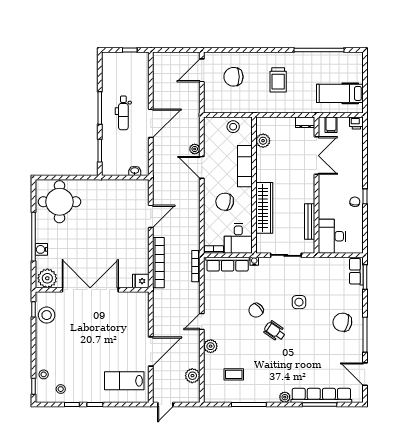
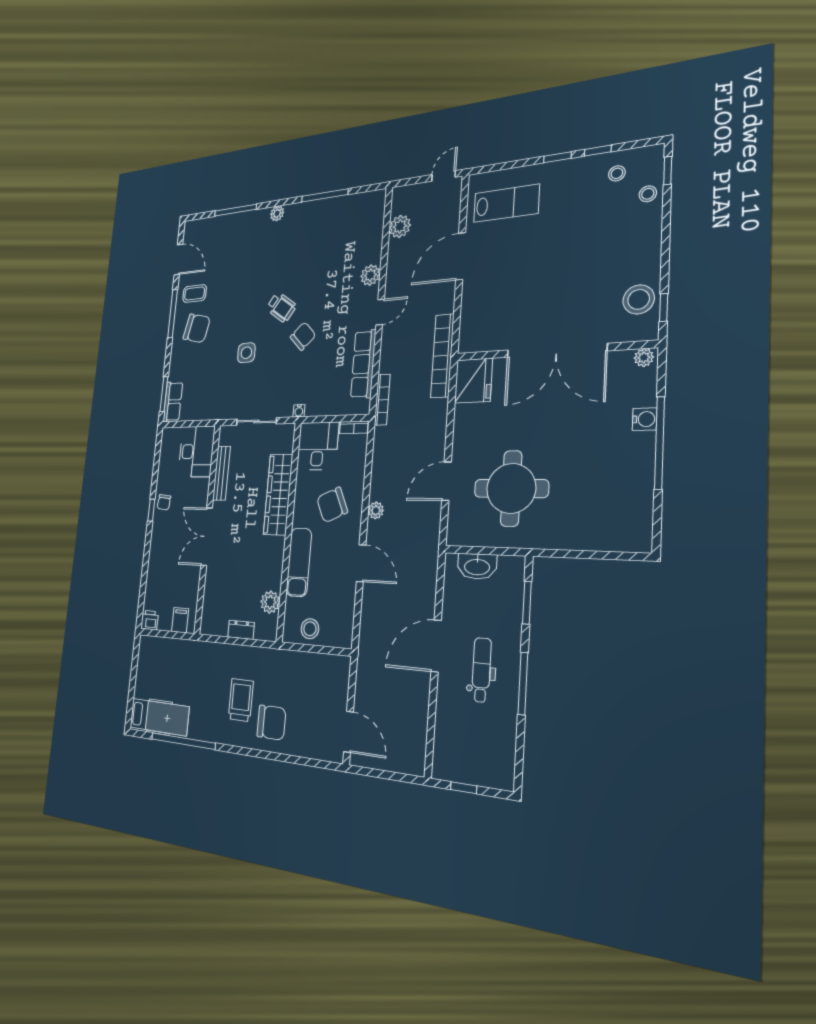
door: (202, 70) -> (349, 732), hinge flipped
chair: (233, 77) -> (271, 723), moved
hospital bed: (340, 93) -> (159, 717), moved
dresser: (305, 122) -> (241, 630), moved
plant: (195, 149) -> (376, 510), moved
double door: (317, 156) -> (207, 537), moved
washbasin: (135, 171) -> (477, 566), width x1.91, depth x1.45
round table: (59, 202) -> (511, 488), moved
chair: (225, 202) -> (332, 505), turned 144
bookcase: (158, 263) -> (442, 356), moved
row of seats: (228, 264) -> (363, 364), moved, turned -90
plant: (47, 278) -> (644, 358), width x0.53, depth x0.53
fridge: (141, 281) -> (473, 381), width x1.88, depth x1.34
coffee table: (234, 374) -> (195, 294), moved
row of seats: (321, 395) -> (232, 223), removed

